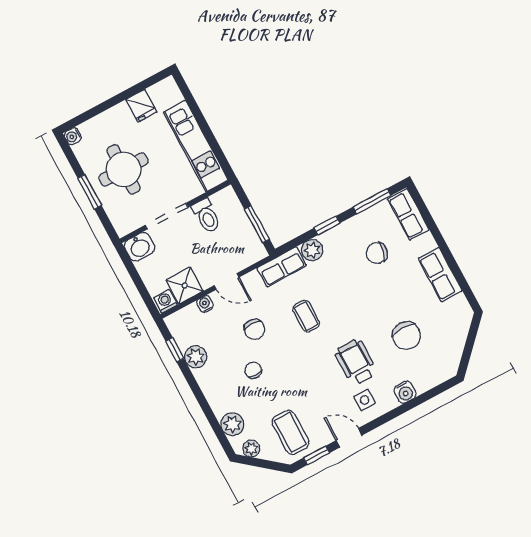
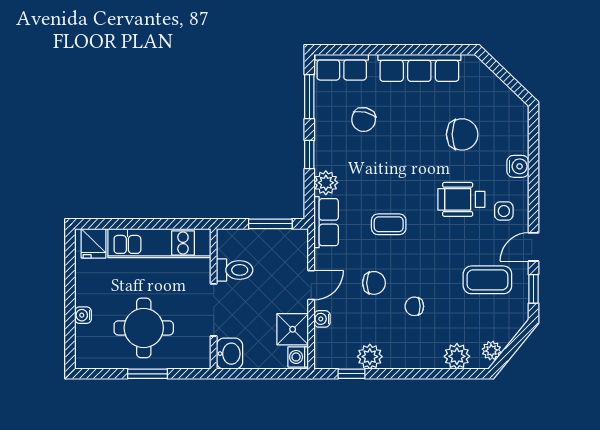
fridge: (141, 106) -> (94, 243), moved, turned 90
water cooler: (73, 136) -> (83, 315), moved, turned 90
row of seats: (440, 275) -> (419, 68), width x1.48
coffee table: (290, 432) -> (487, 280), moved

